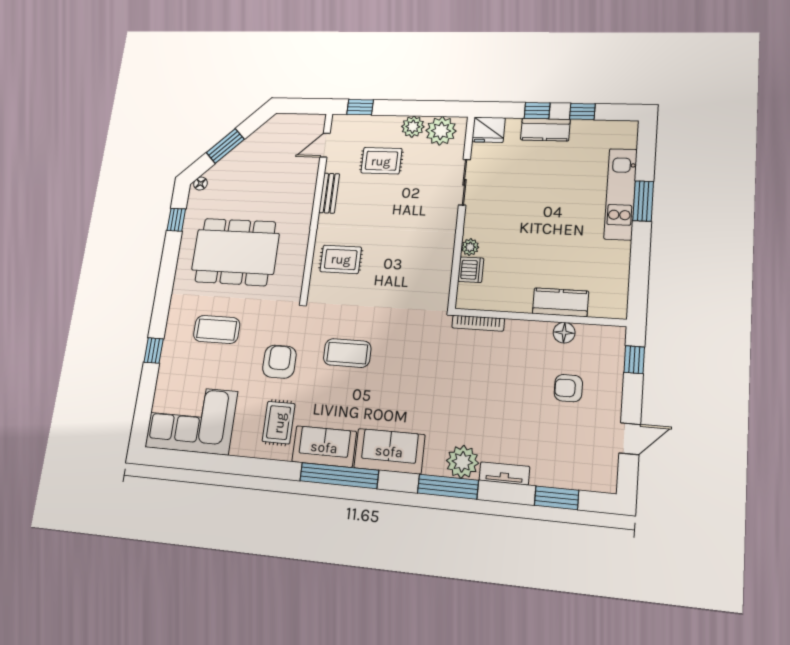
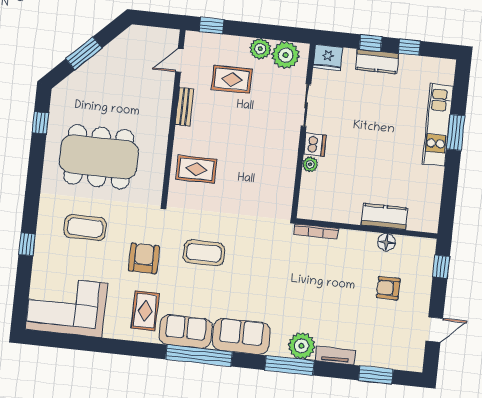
floor lamp: (201, 184) -> (62, 89), removed
dishwasher: (471, 270) -> (315, 145), moved

